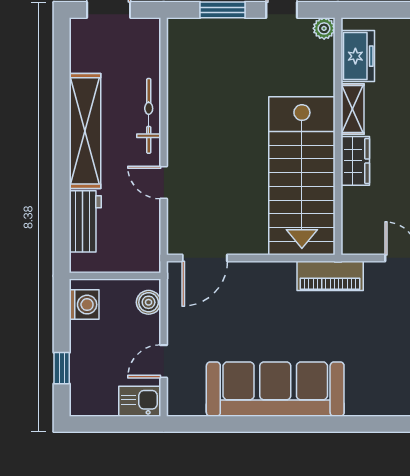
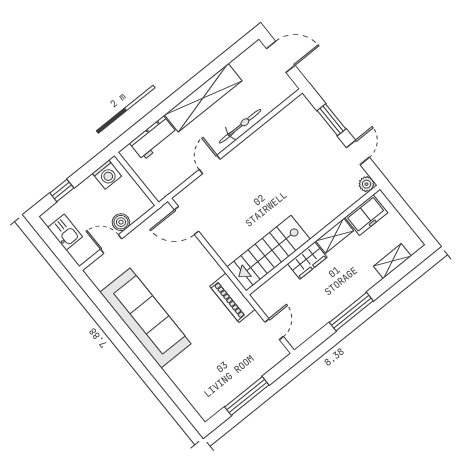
stairs: (302, 176) -> (268, 253), width x0.73, depth x0.66
boiler: (149, 302) -> (121, 222), moved
kitchen sink: (140, 401) -> (65, 232), moved

